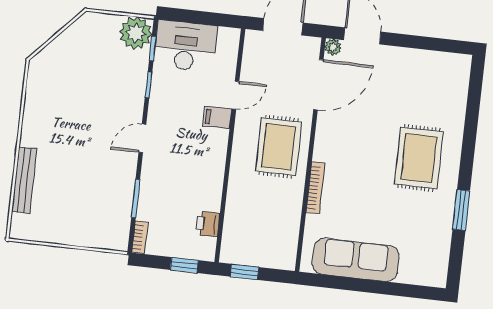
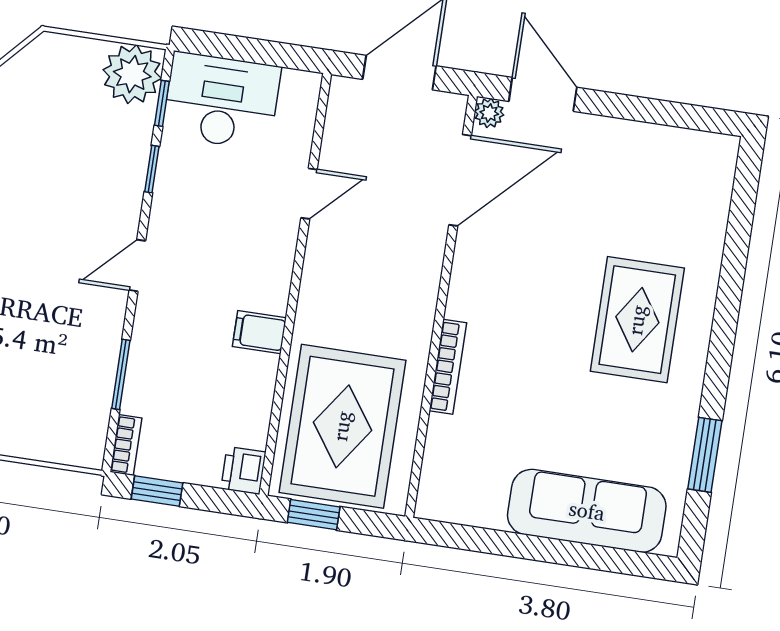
filing cabinet: (217, 117) -> (259, 332), moved
rug: (279, 147) -> (342, 426), moved, width x1.37, depth x1.44
window: (461, 210) -> (705, 455), moved
printer: (208, 224) -> (243, 470), moved
sofa: (356, 260) -> (587, 511), moved
window: (184, 265) -> (157, 491), moved

